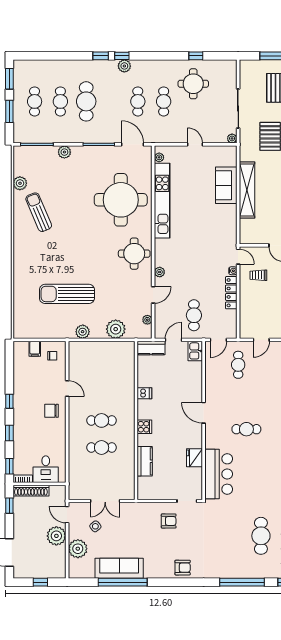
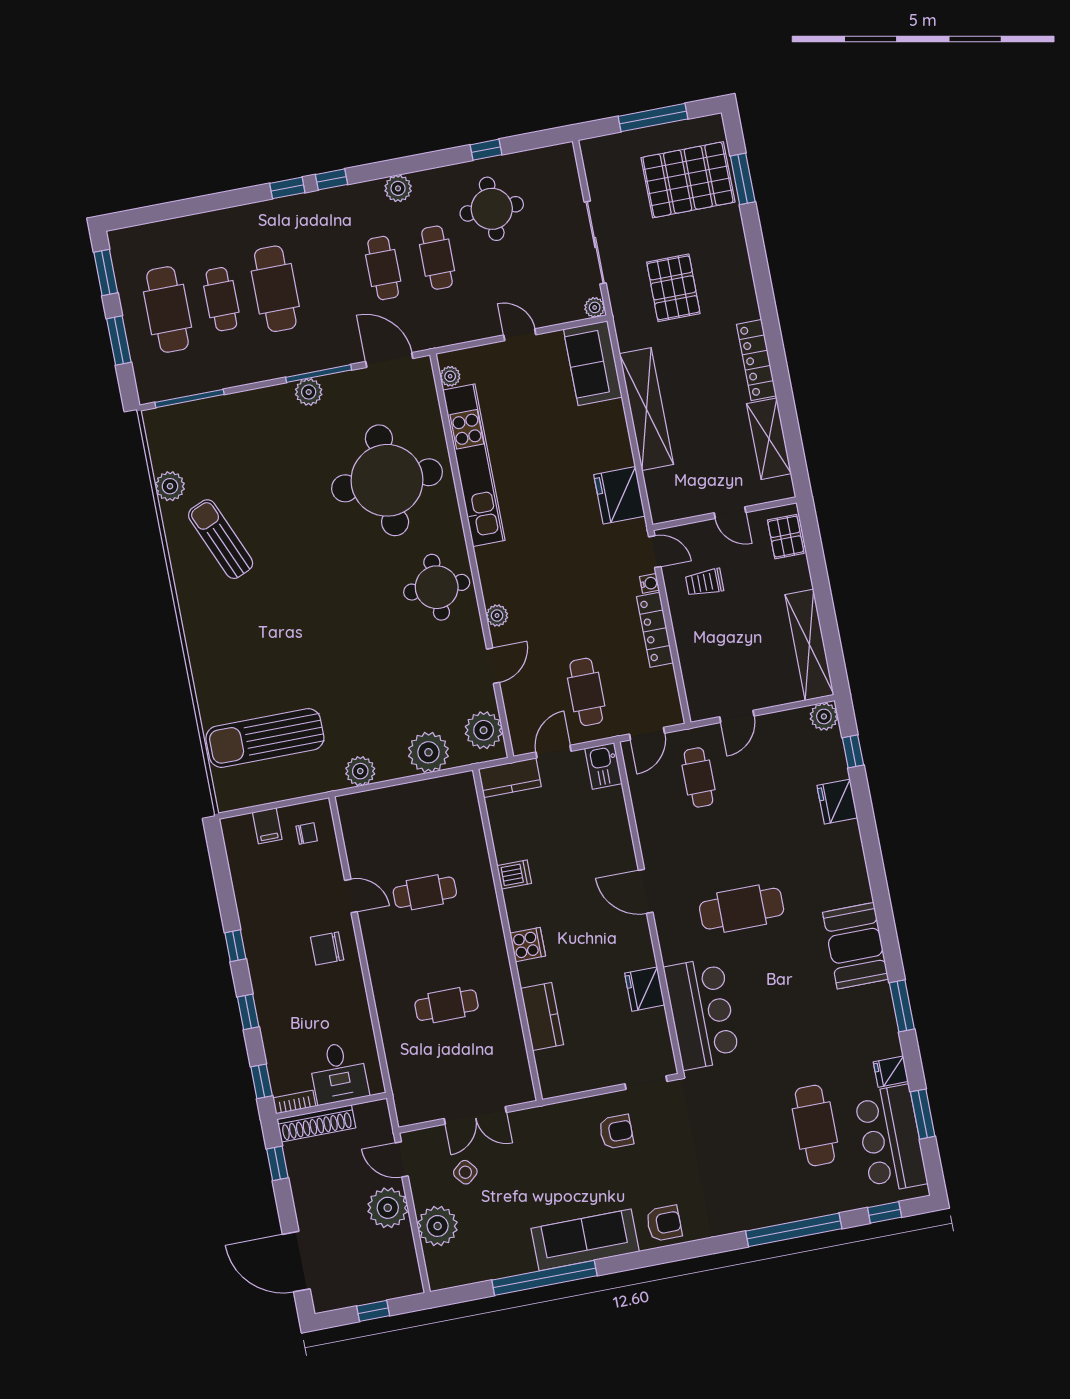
plant: (124, 66) -> (398, 188), moved
cafe table: (35, 101) -> (168, 310), width x1.37, depth x1.35
plant: (64, 152) -> (309, 392), moved
sofa: (226, 185) -> (593, 363), moved
fridge: (227, 227) -> (619, 495), added
sun lounger: (67, 294) -> (265, 738), moved
plant: (147, 320) -> (484, 730), width x1.88, depth x1.88
cafe table: (102, 420) -> (425, 892), moved
cafe table: (246, 429) -> (742, 909), width x1.37, depth x1.35
sofa: (119, 568) -> (585, 1240), moved

